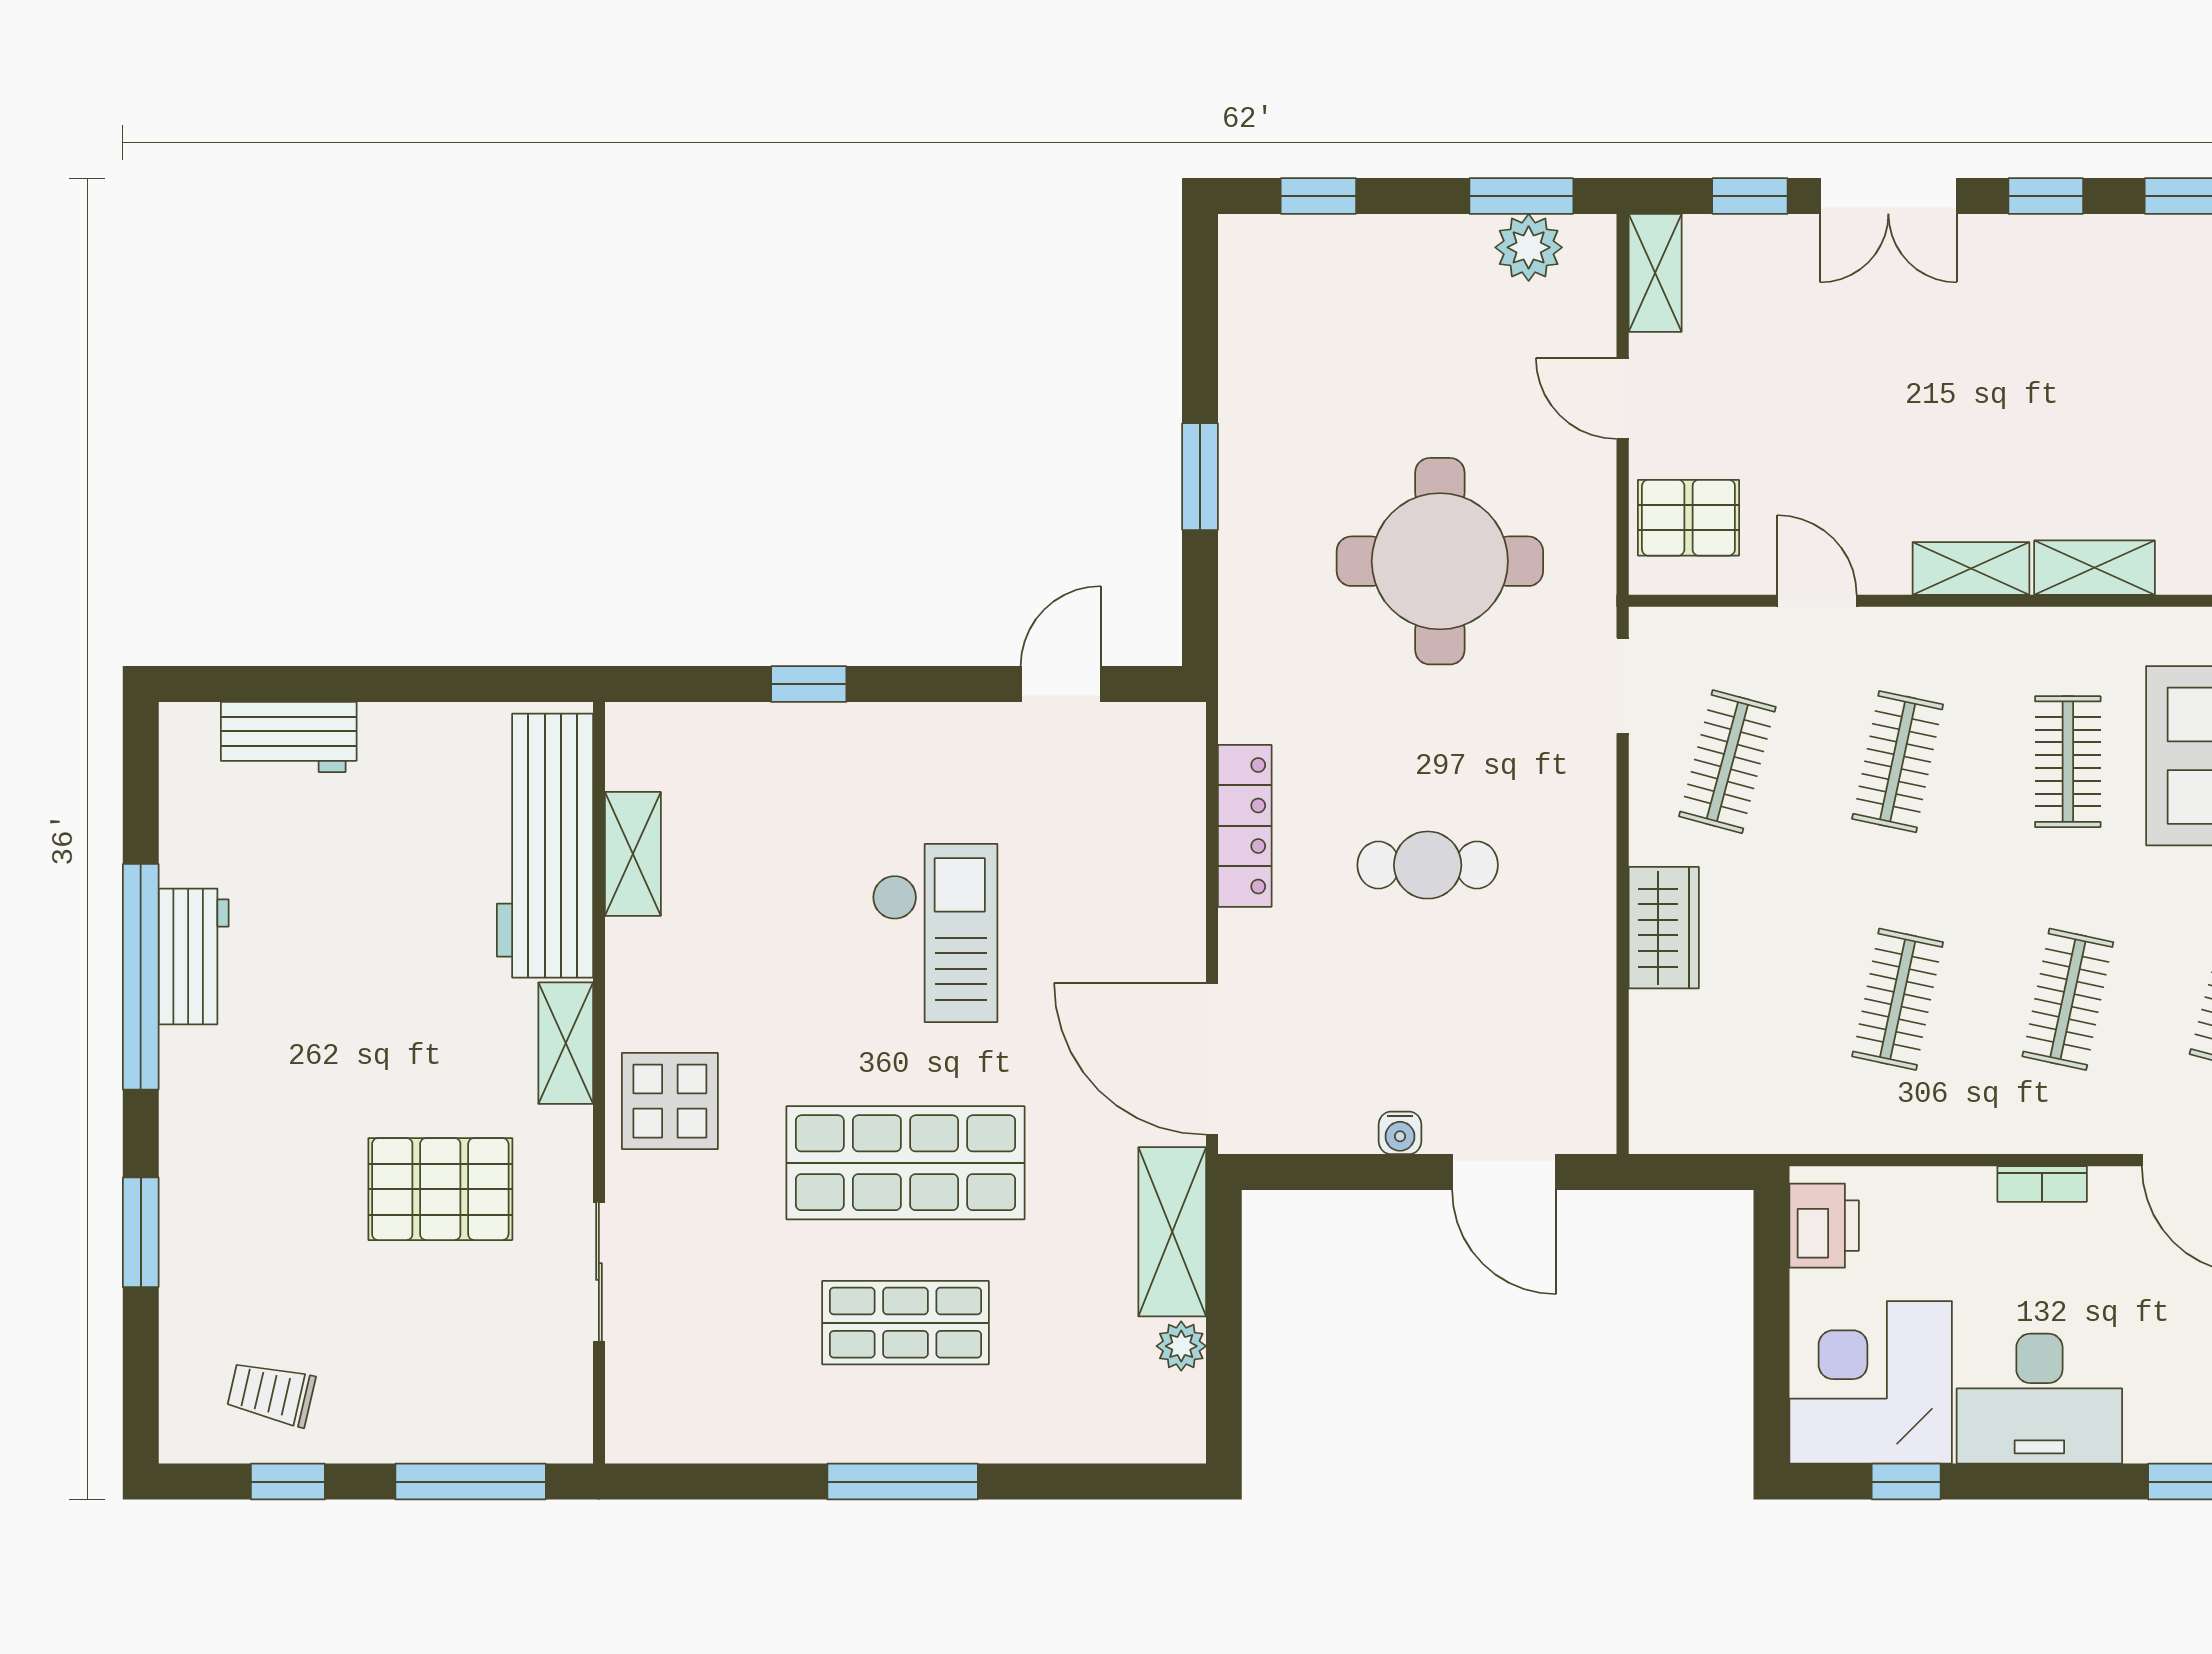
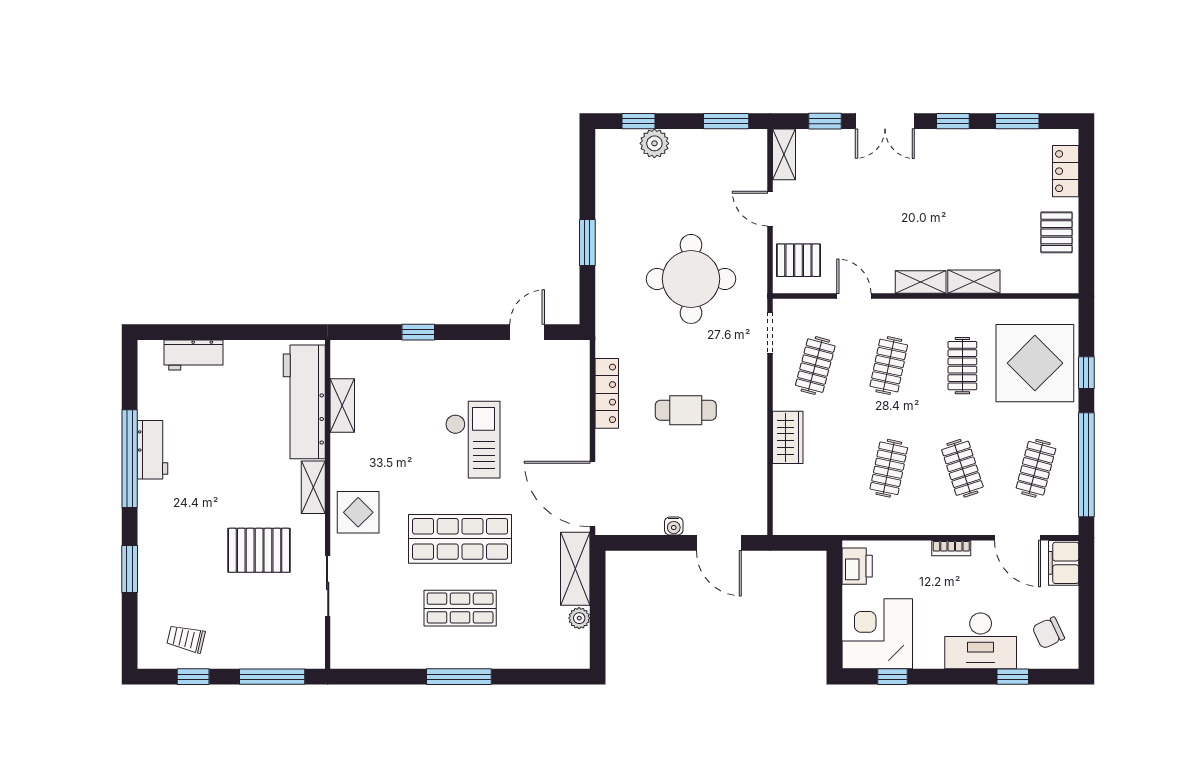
plant: (1529, 247) -> (654, 143), moved
clothes rail: (2068, 999) -> (962, 468), turned -30
desk: (2039, 1399) -> (981, 641), moved

